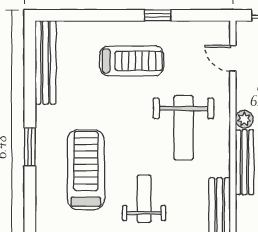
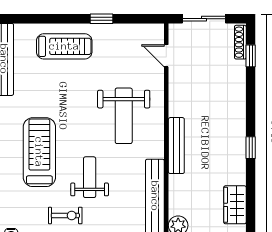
treadmill: (132, 61) -> (64, 46), moved
plant: (244, 119) -> (176, 108), removed

